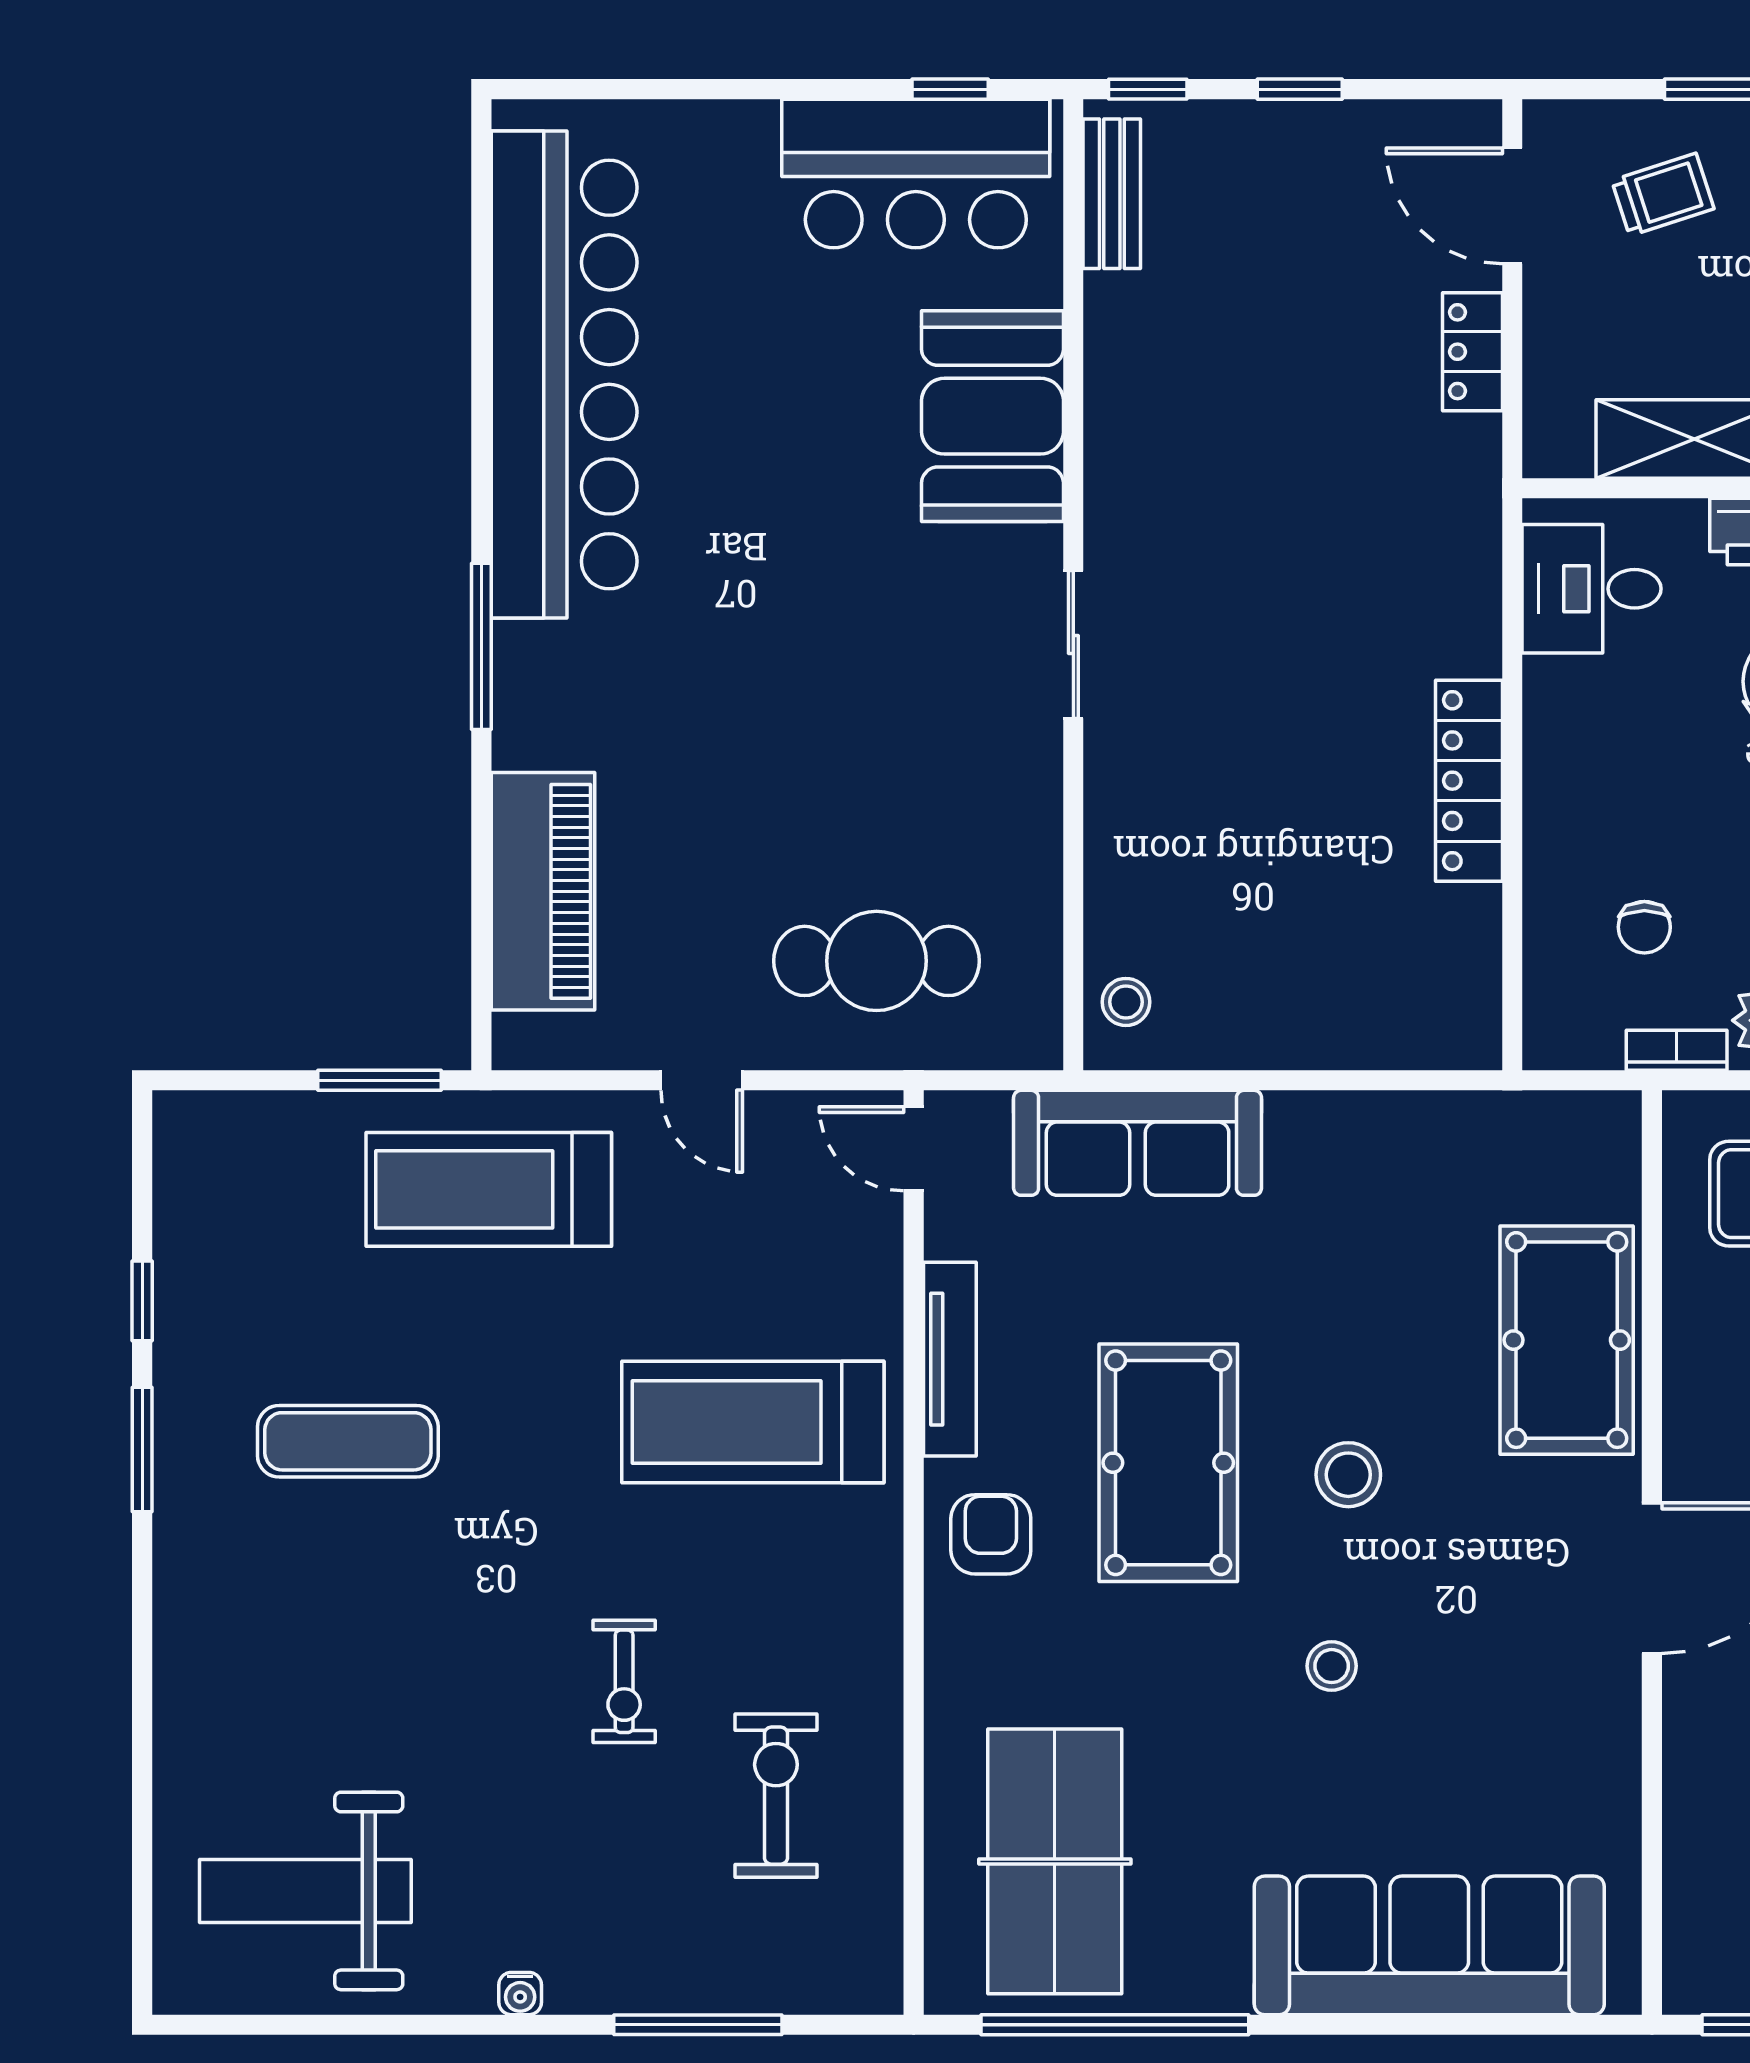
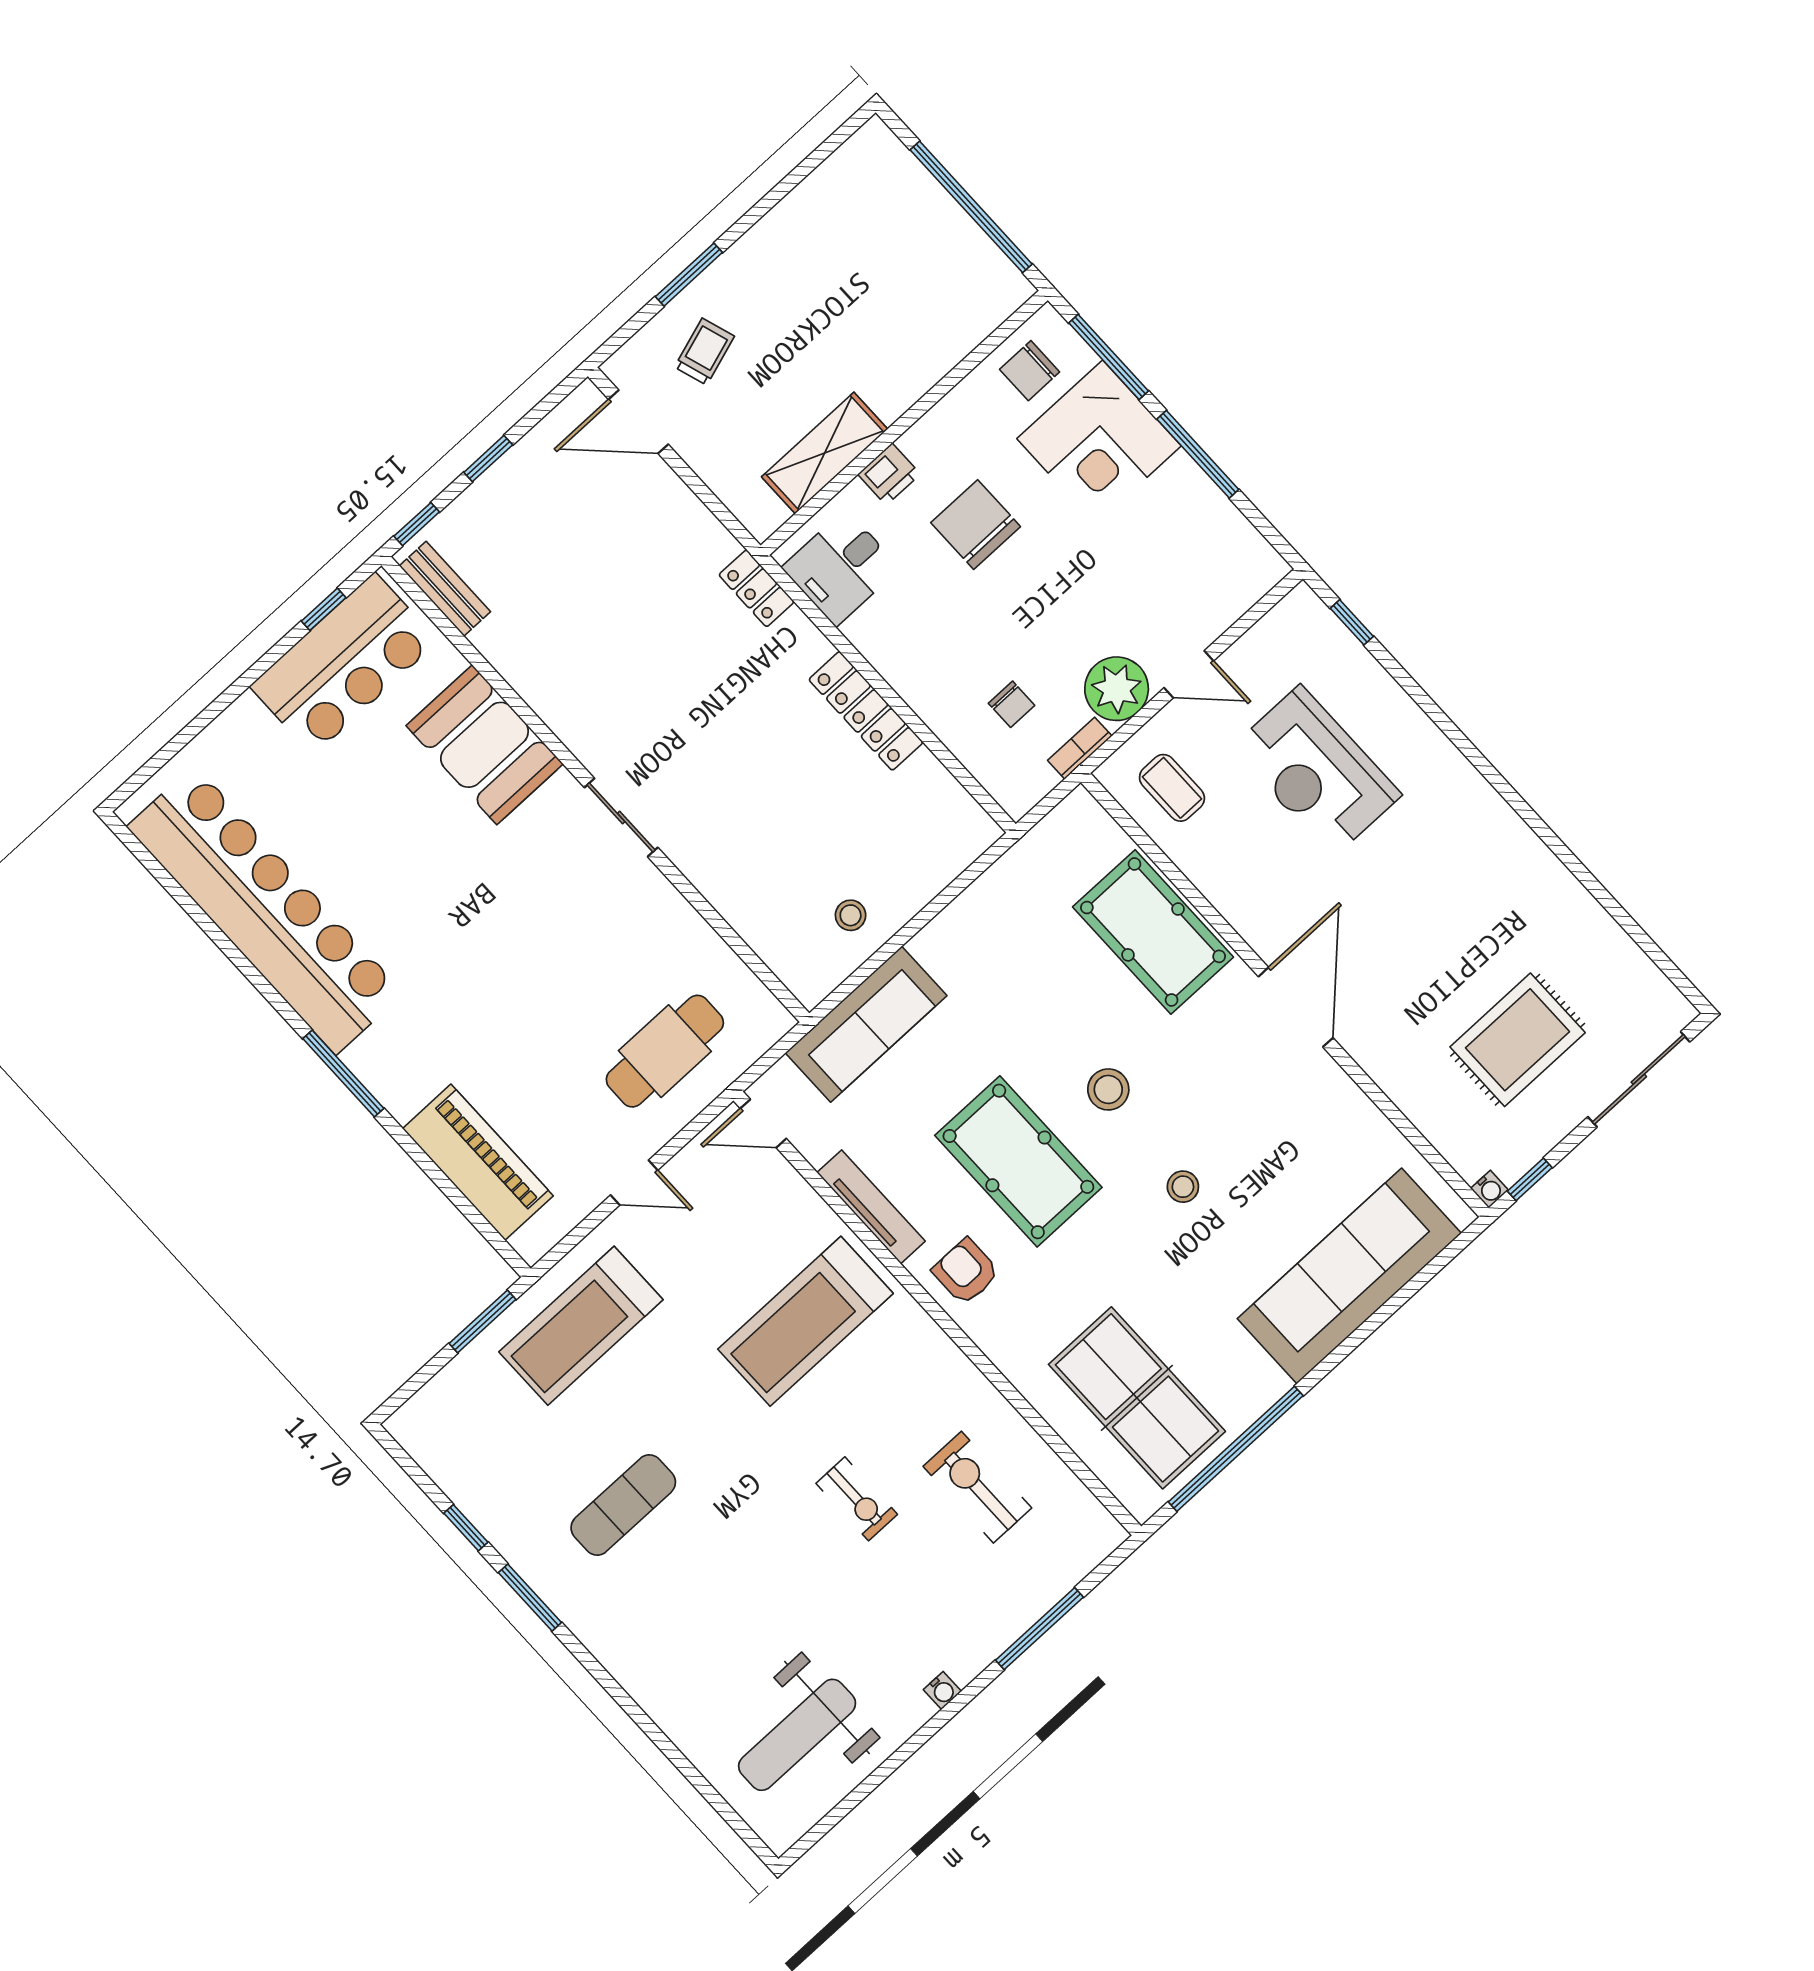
locker: (1472, 352) -> (757, 588), moved
stool: (1126, 1002) -> (851, 915), moved
water cooler: (1683, 1994) -> (1490, 1189), added

